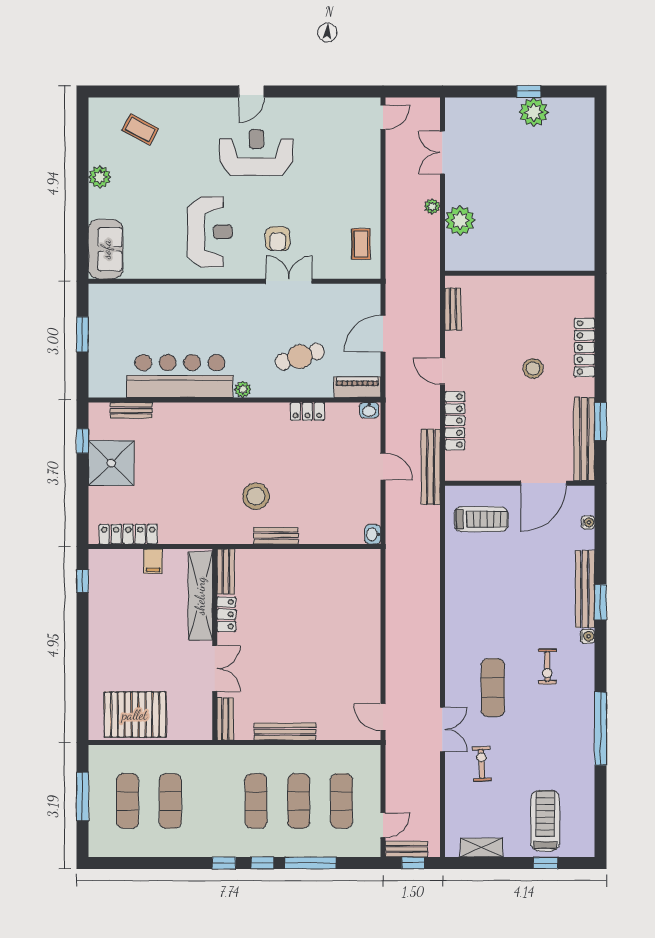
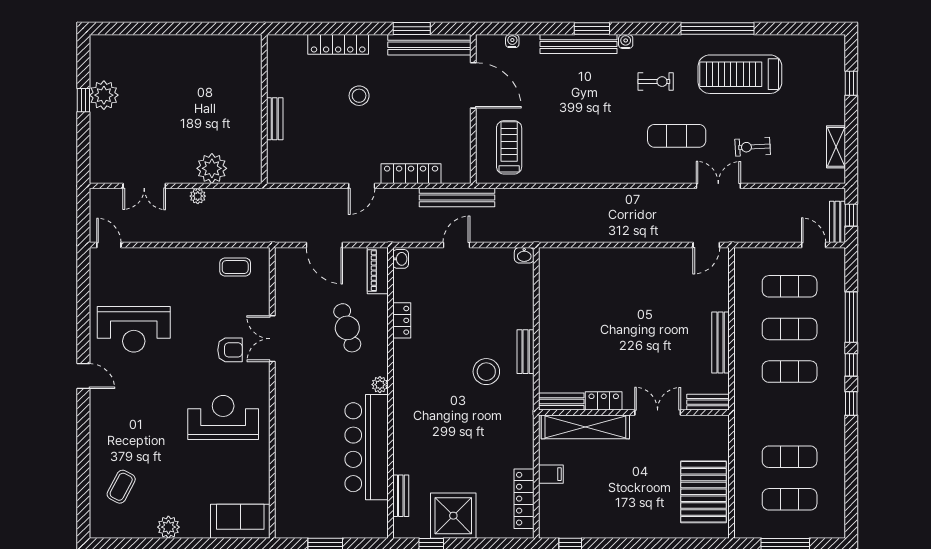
reception desk: (256, 152) -> (134, 329), moved, turned -90
bench: (453, 309) -> (275, 119), moved, turned 90
treadmill: (545, 821) -> (740, 74), moved, width x1.37, depth x1.38

